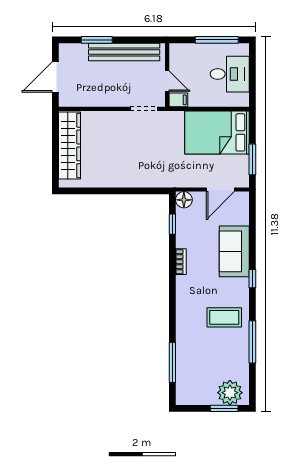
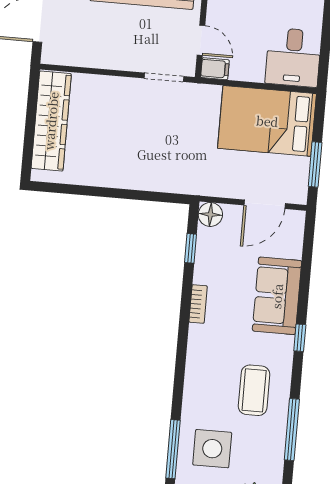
desk: (230, 74) -> (293, 57), moved, turned 90
coffee table: (224, 317) -> (254, 390), turned 90
side table: (199, 360) -> (212, 449), added

